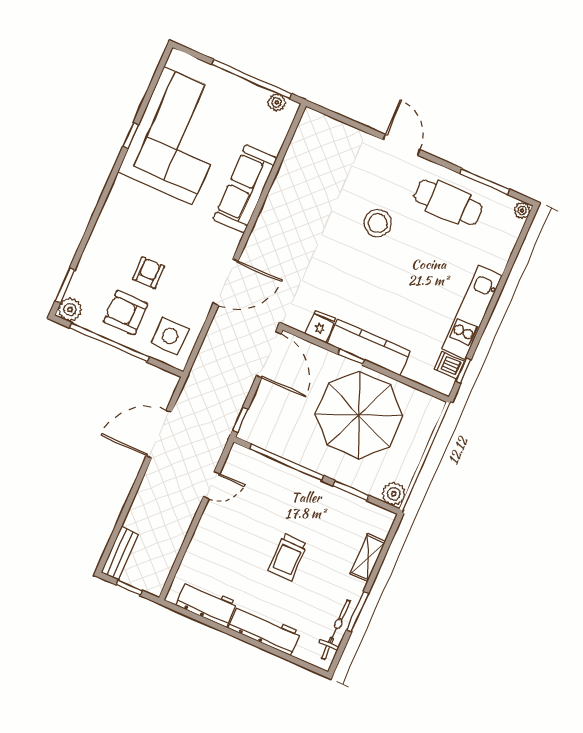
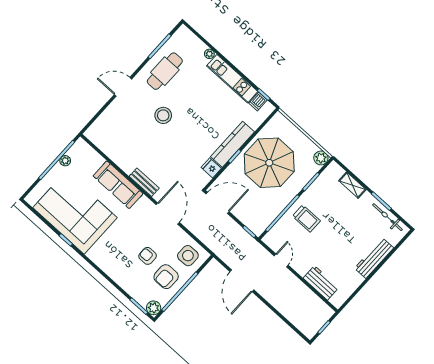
plant: (277, 102) -> (65, 161), moved
plant: (522, 211) -> (209, 54), moved
bench: (120, 553) -> (144, 182), moved
trolley: (288, 557) -> (306, 219), moved
workbench: (207, 603) -> (321, 283), moved, turned 90

